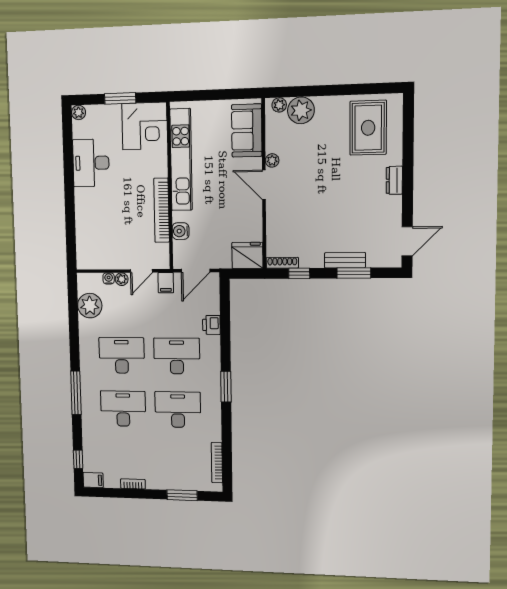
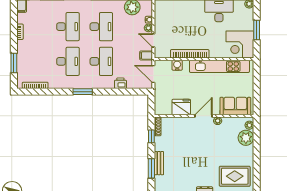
fridge: (247, 255) -> (181, 107), moved, turned -90

